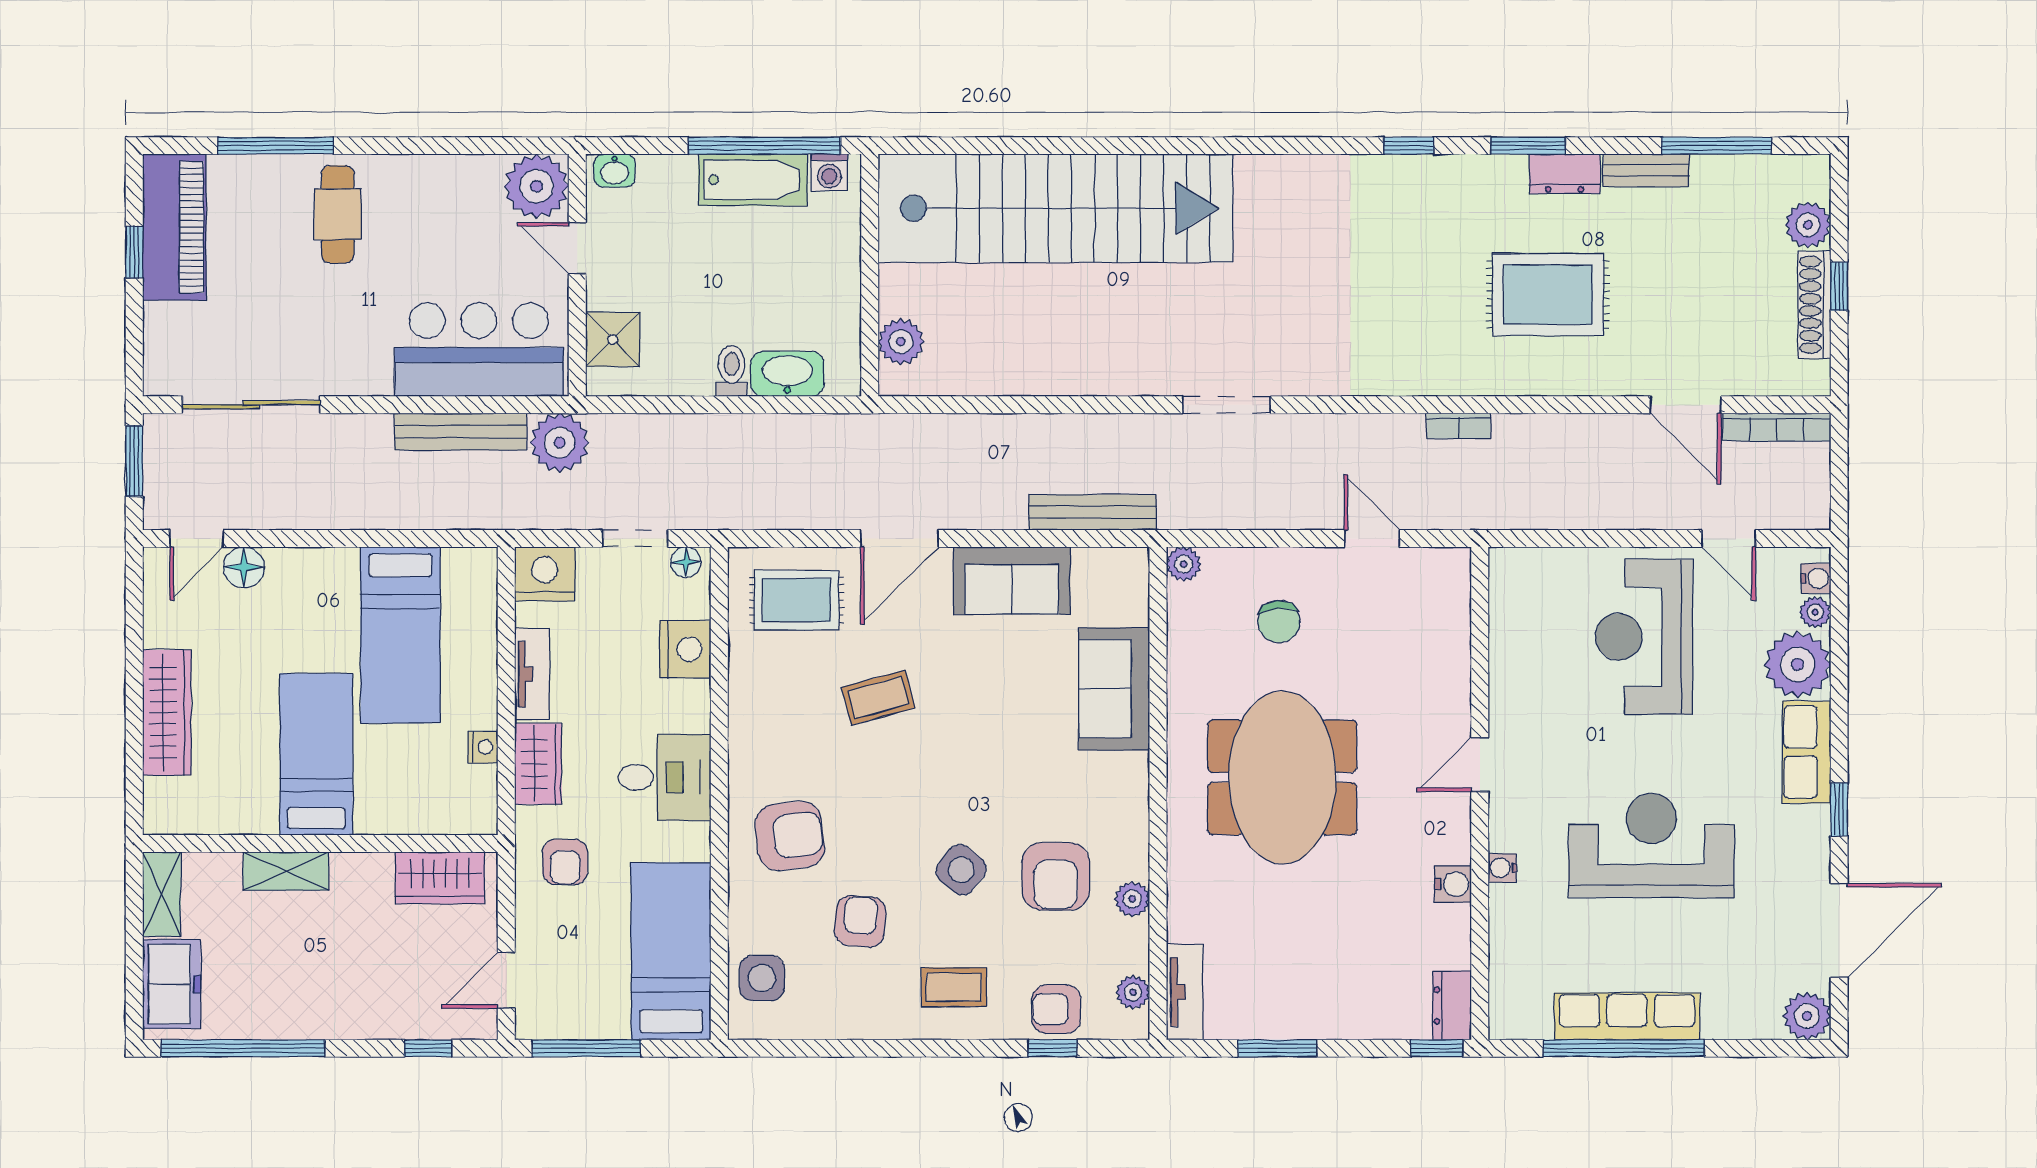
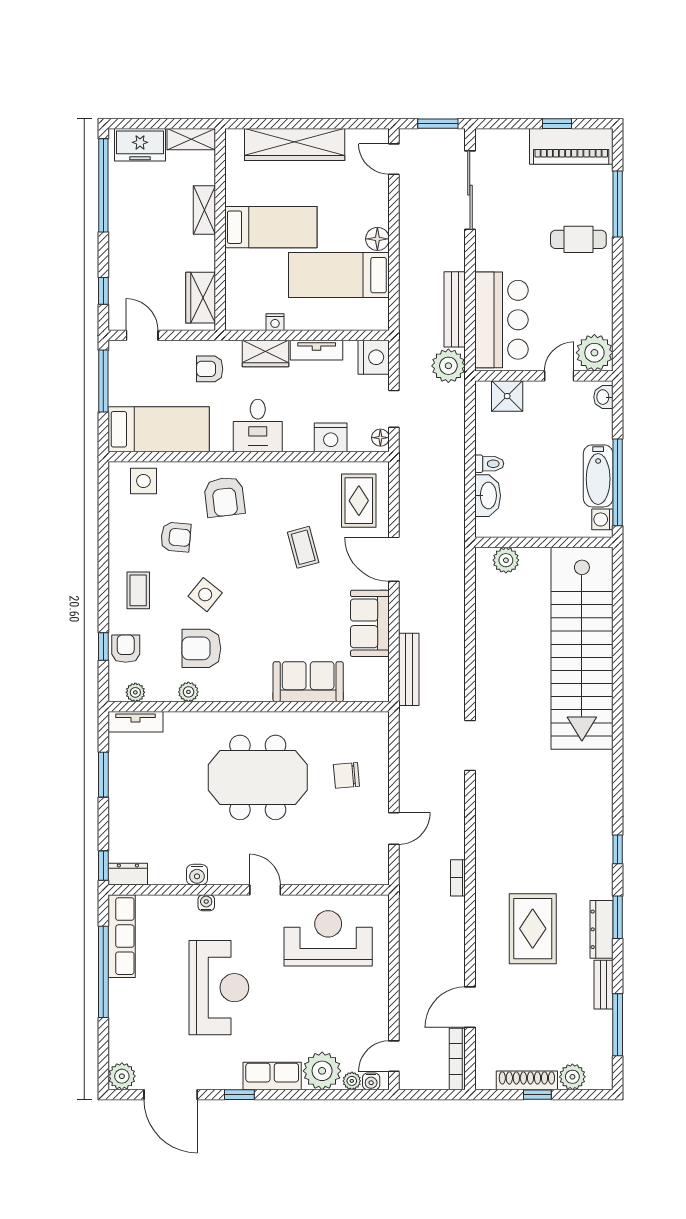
dresser: (1564, 174) -> (601, 929), width x1.44
door: (1729, 538) -> (394, 1056), moved
plant: (1184, 564) -> (379, 721), removed
floor lamp: (244, 567) -> (377, 239), moved
reception desk: (1644, 637) -> (328, 938), moved
wardrobe: (167, 713) -> (295, 144), width x1.40, depth x1.17
row of seats: (1627, 1016) -> (122, 936), moved

